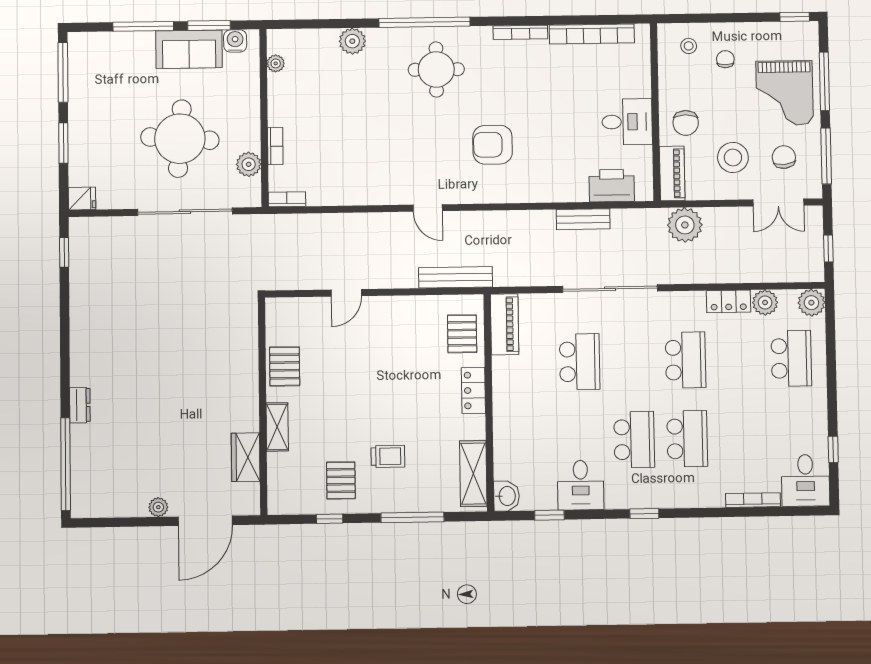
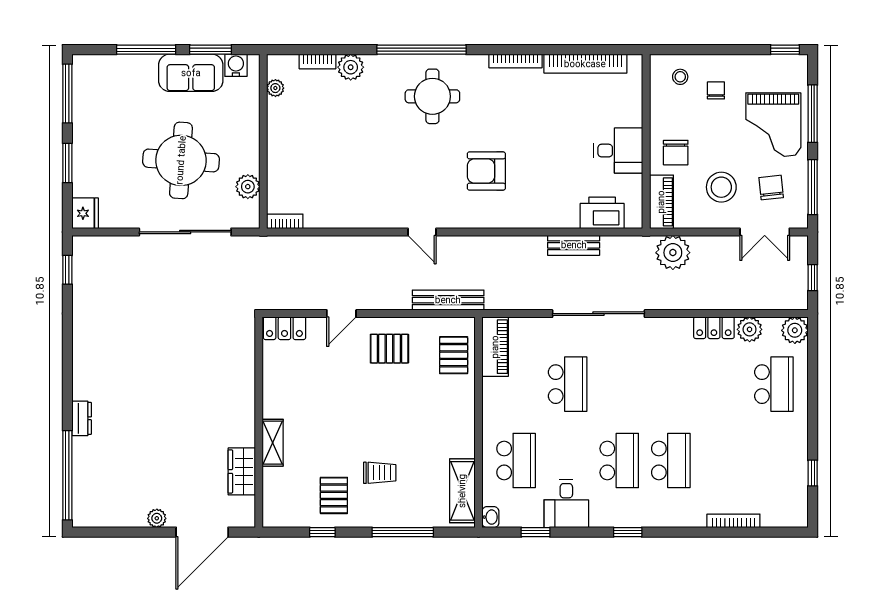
bookcase: (275, 146) -> (318, 61), moved, turned 90
fridge: (82, 198) -> (85, 213), width x1.38
school desk: (686, 360) -> (516, 460), moved
pallet: (285, 366) -> (389, 349), moved, turned 90
locker: (473, 390) -> (284, 328), moved, turned -90
desk: (805, 480) -> (785, 503), removed
washbasin: (506, 496) -> (490, 517), width x0.72, depth x0.69

